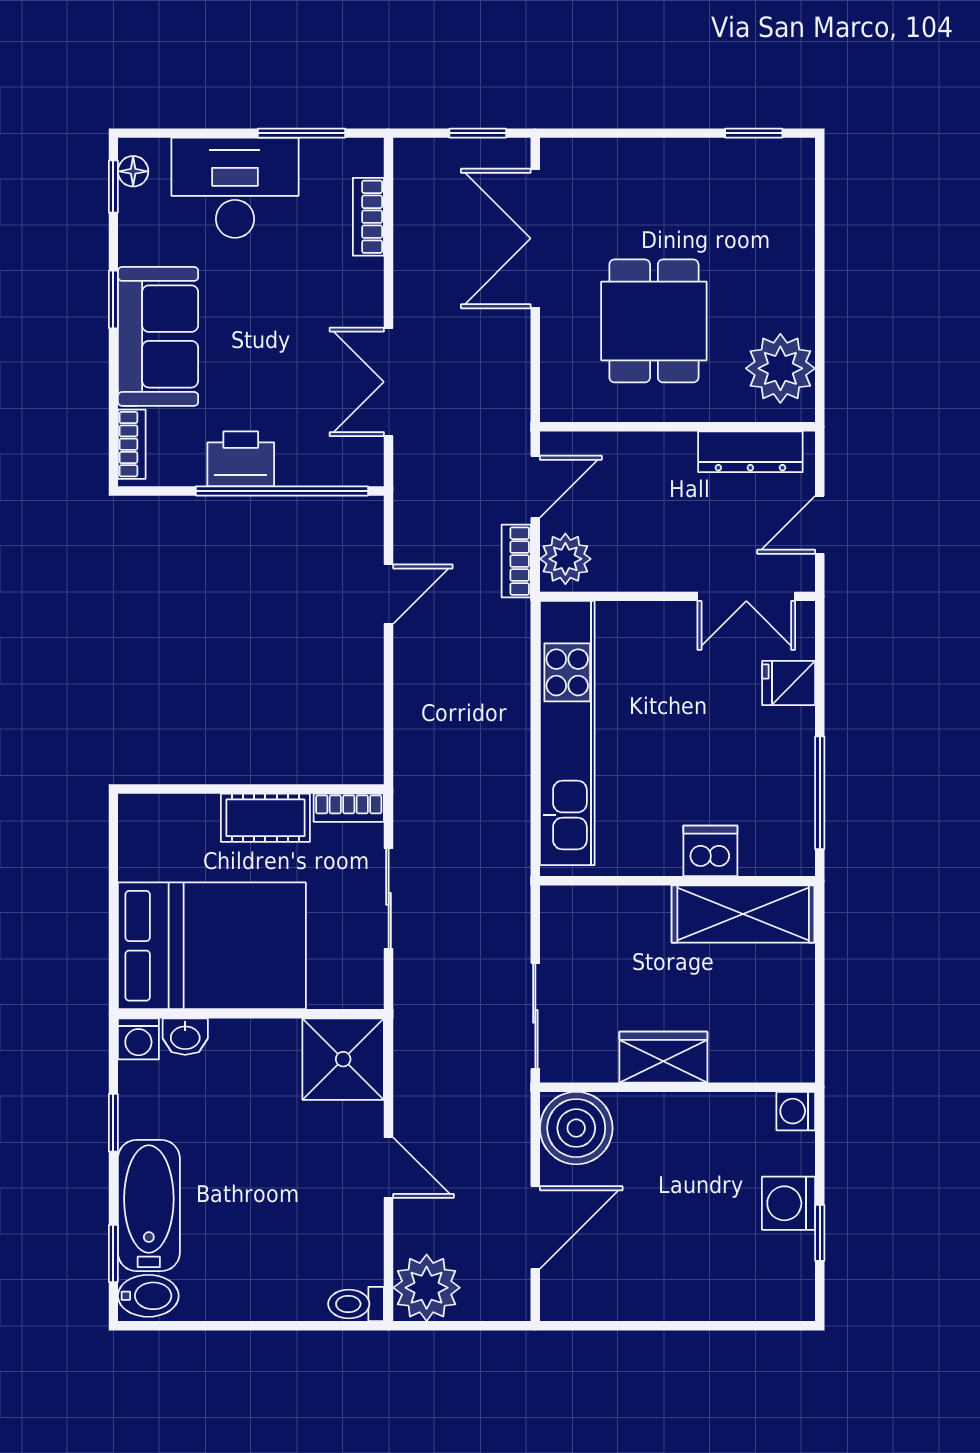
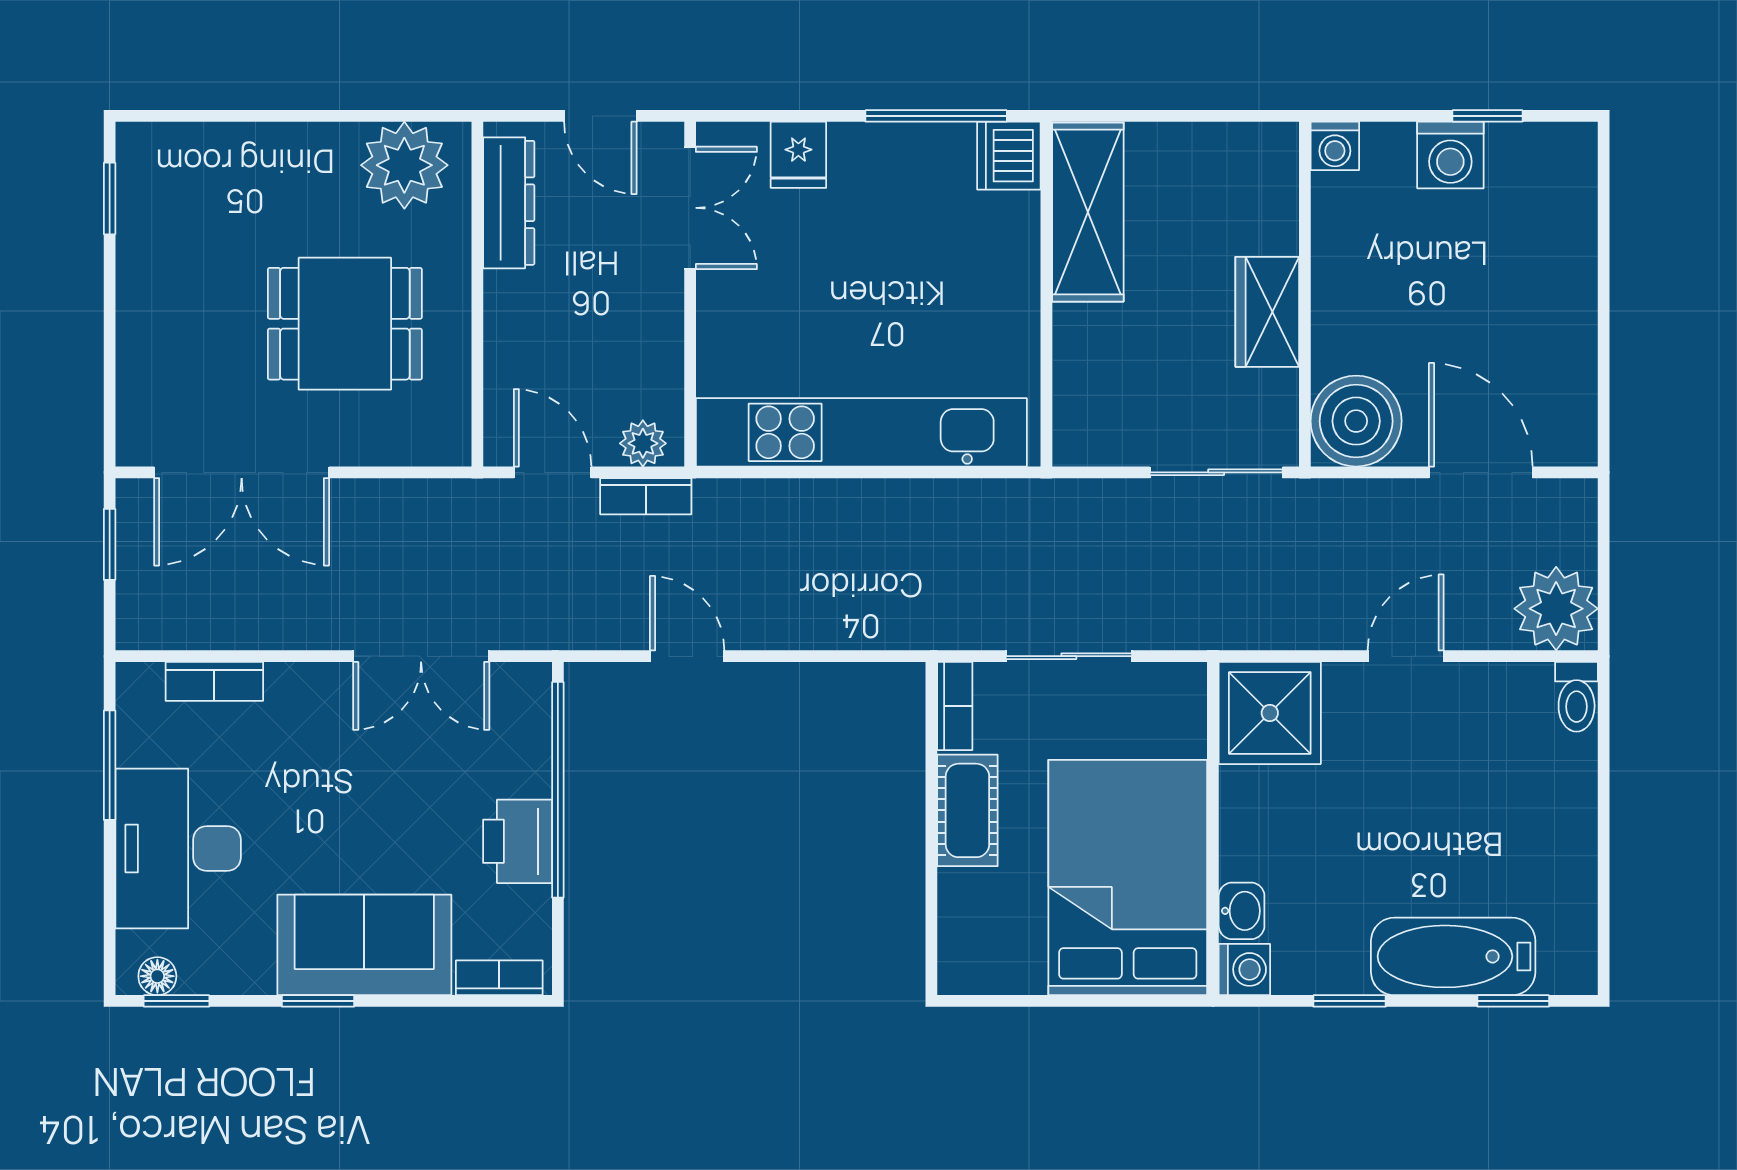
plant: (565, 559) -> (643, 443), width x0.73, depth x0.73
dishwasher: (710, 851) -> (1009, 156), moved
bidet: (148, 1296) -> (1566, 957), removed

